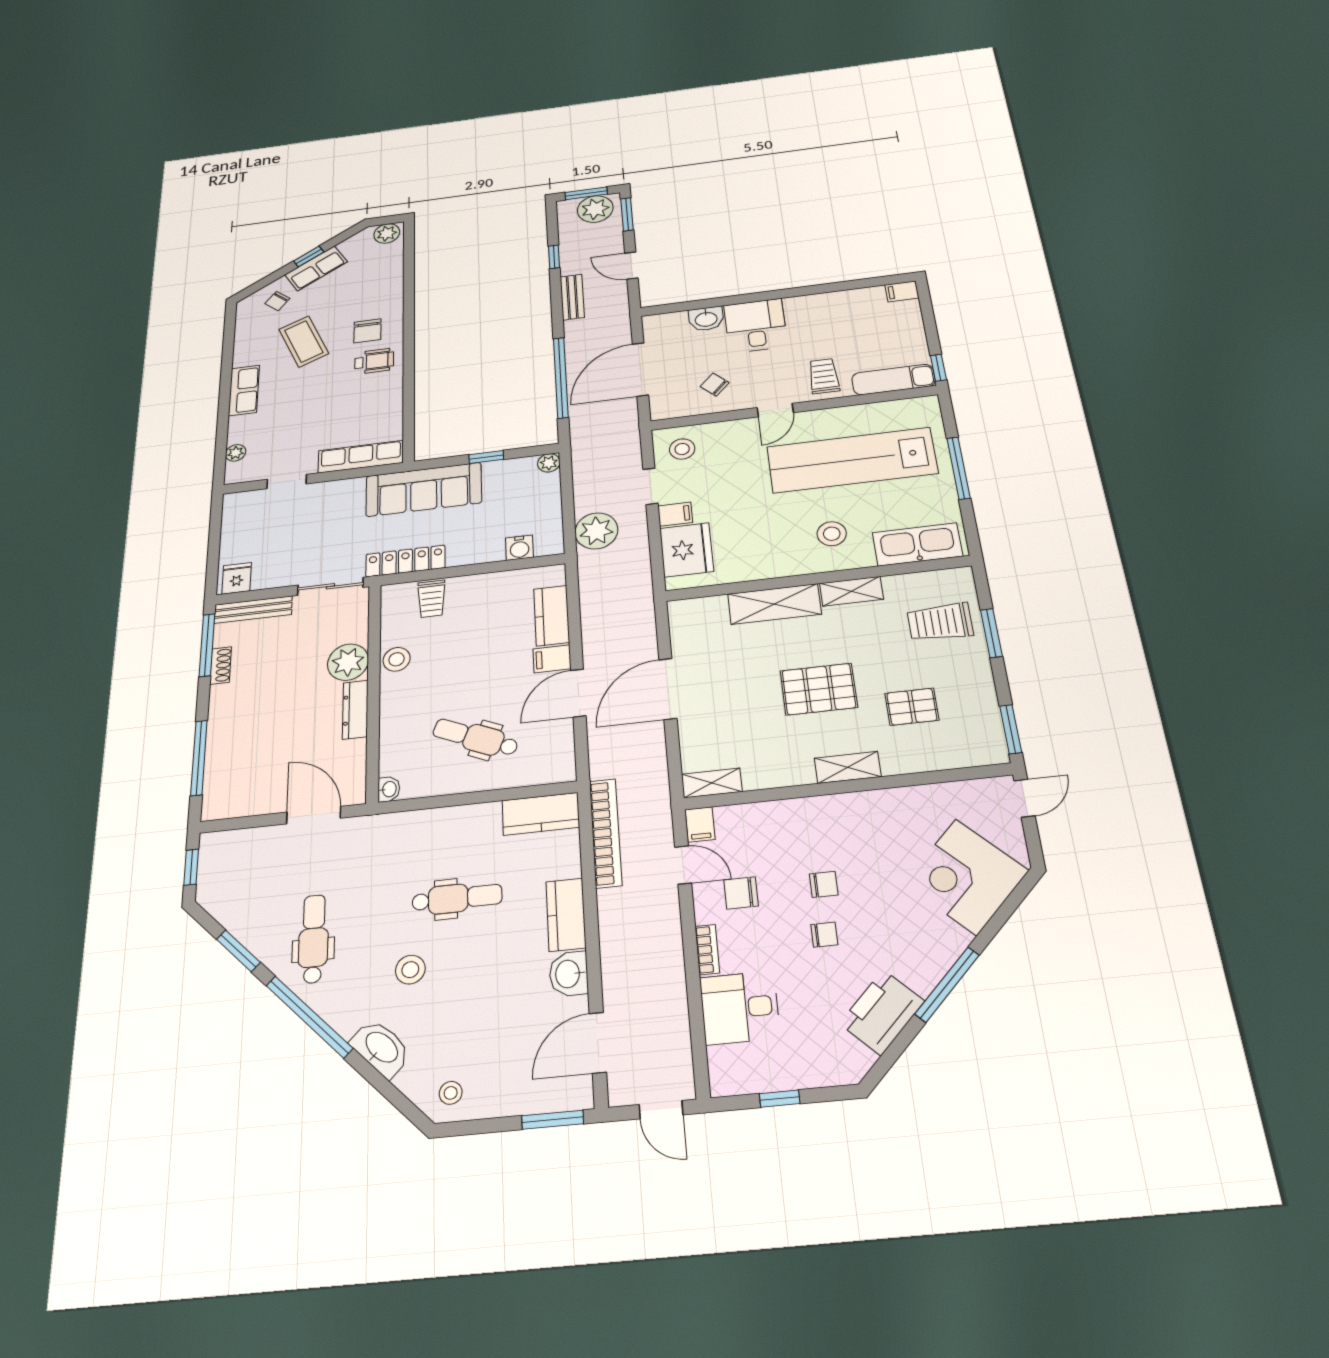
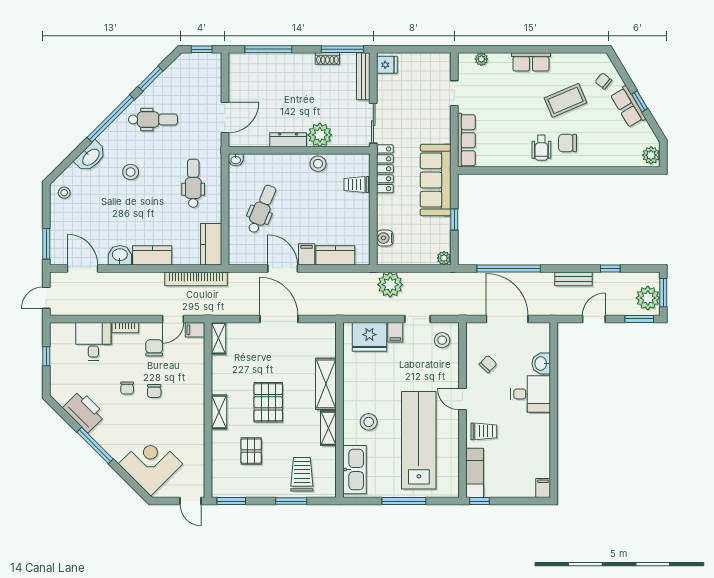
dental chair: (457, 898) -> (193, 183), moved, turned 180

